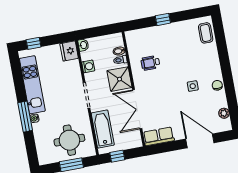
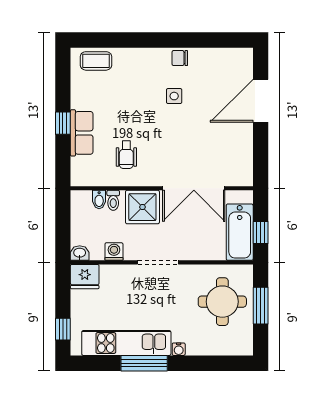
plant: (224, 113) -> (225, 56), removed
window: (25, 117) -> (144, 363), moved
bathtub: (103, 129) -> (240, 232), moved, turned -90
row of seats: (159, 136) -> (82, 133), moved, turned 180

